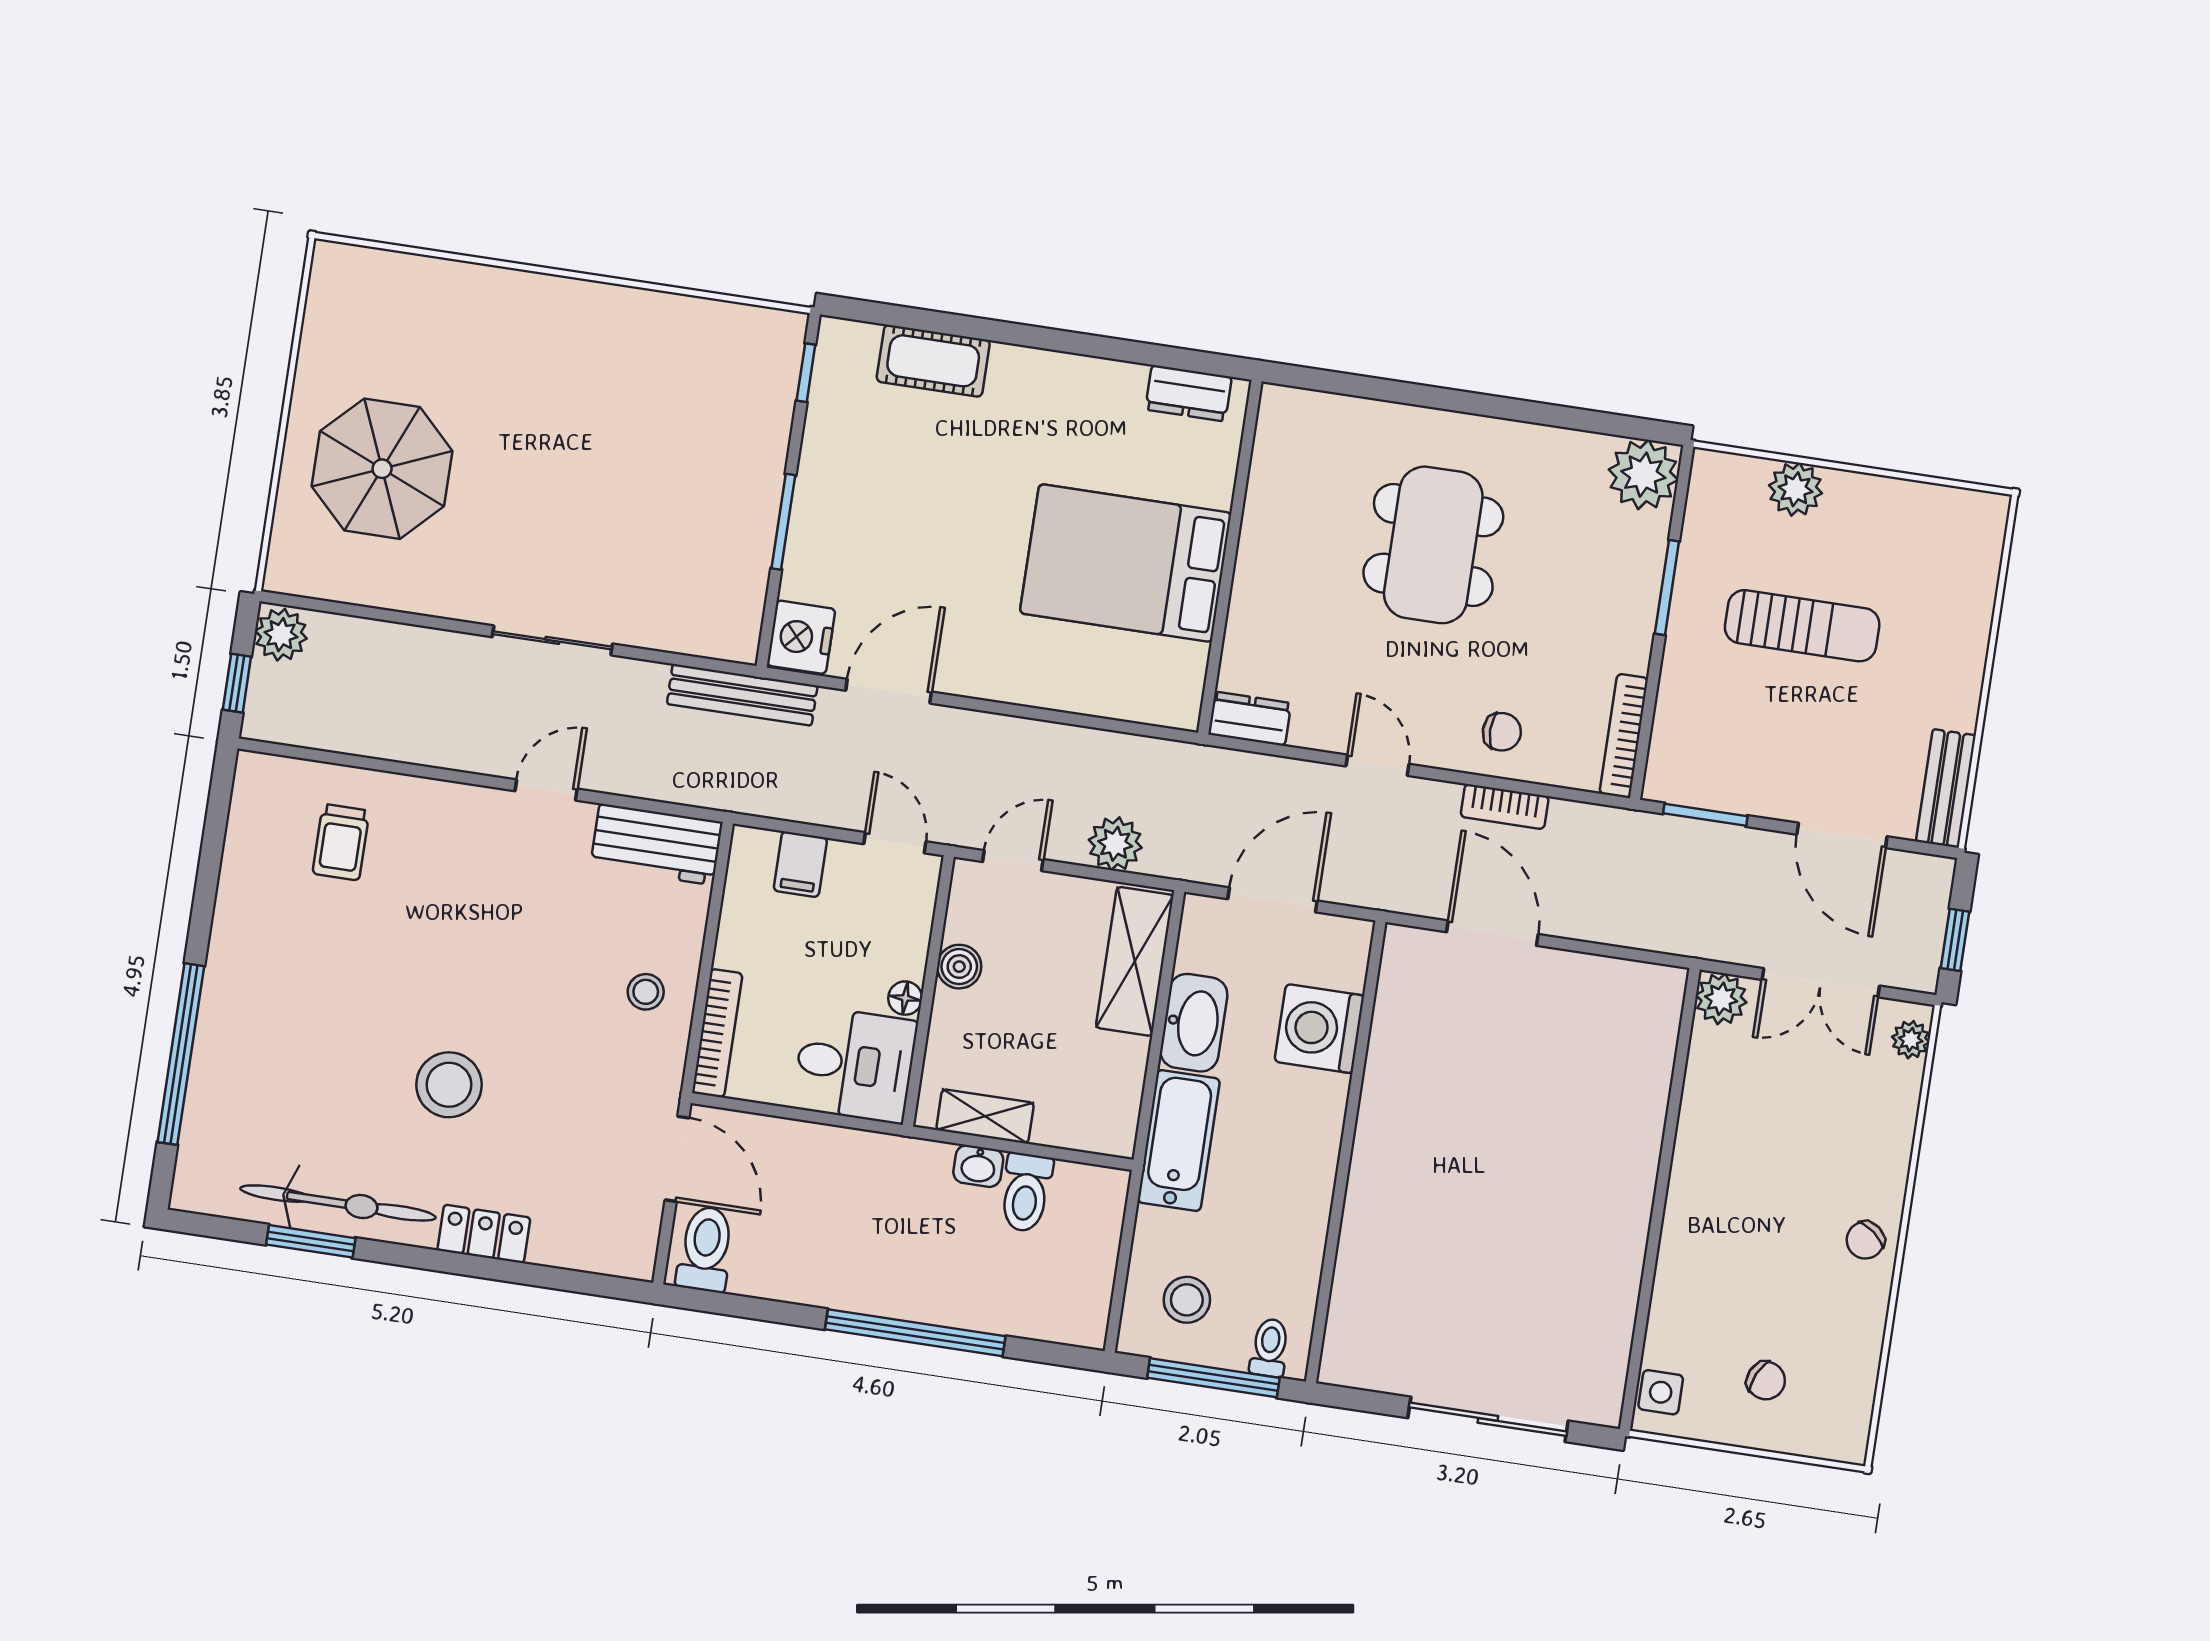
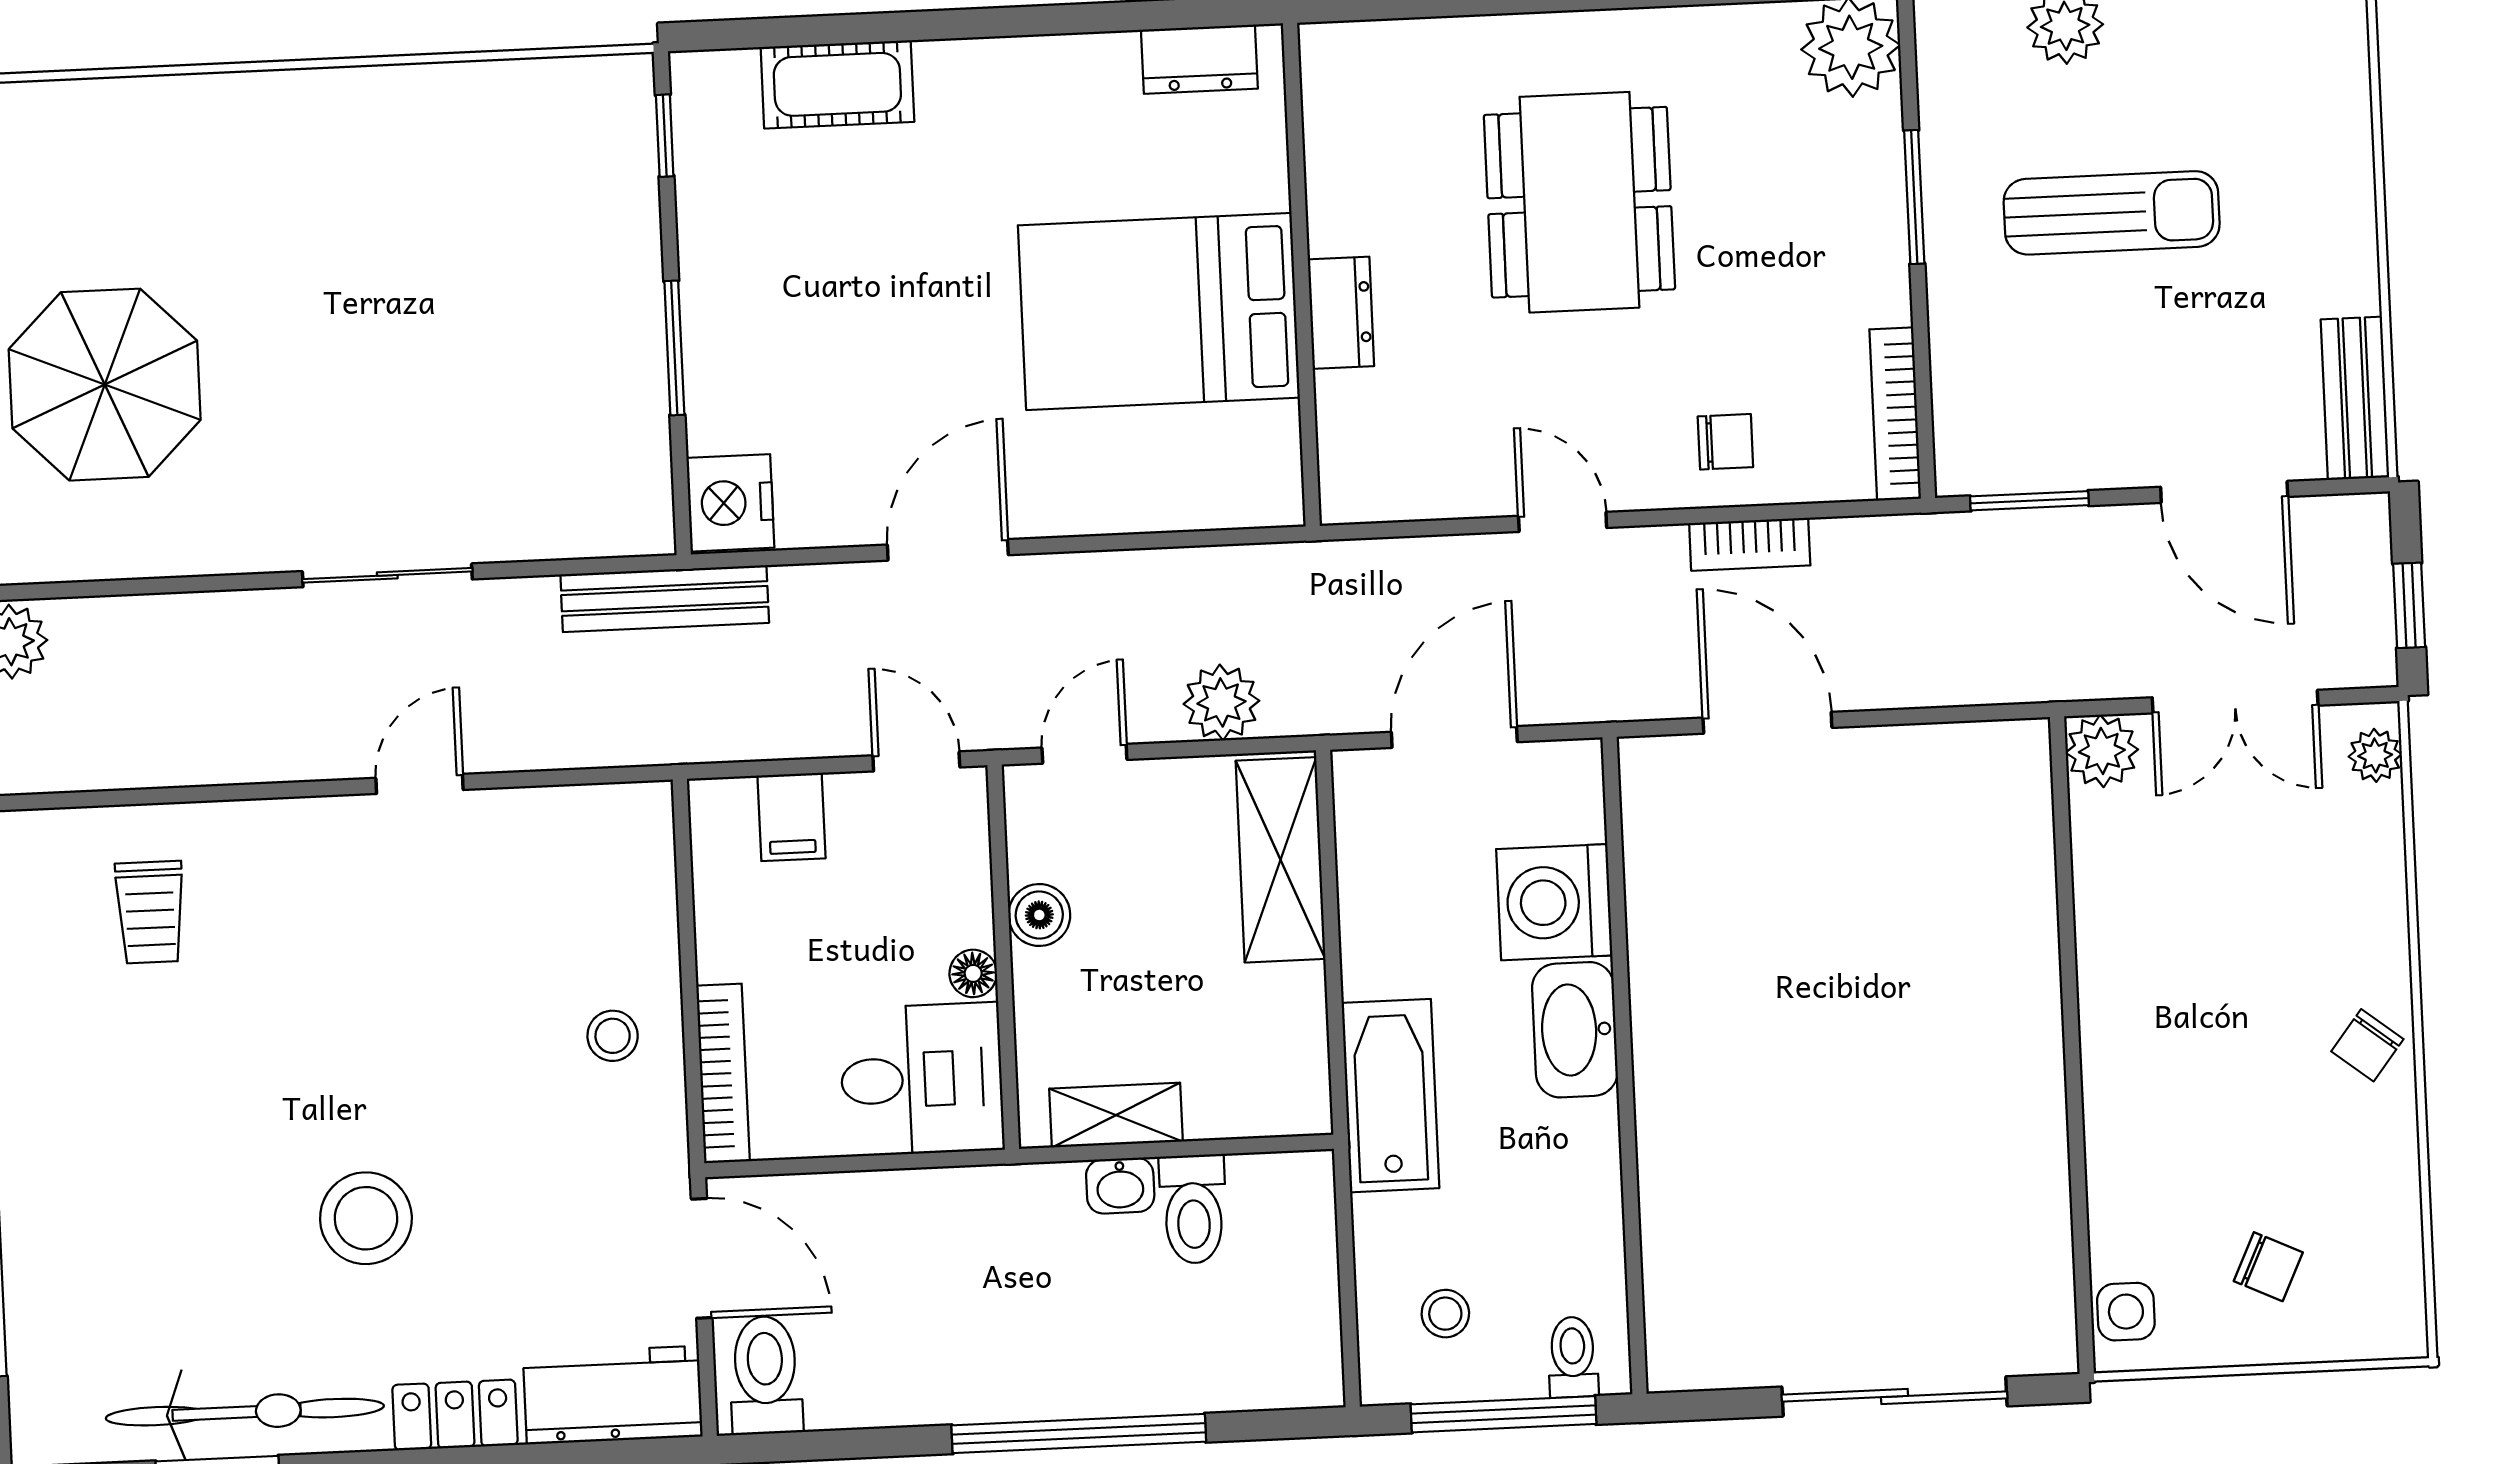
door: (889, 691) -> (948, 550), moved
dresser: (1250, 719) -> (1341, 313), moved, turned 90
workbench: (656, 844) -> (613, 1395), moved, turned 180
washbasin: (1194, 1023) -> (1575, 1030), moved, turned 180
stool: (1187, 1300) -> (1445, 1314), width x0.73, depth x0.73

